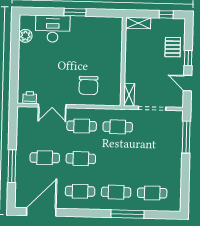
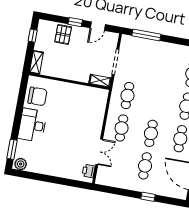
window: (75, 12) -> (12, 149), moved
desk: (53, 29) -> (32, 125), moved
plant: (25, 36) -> (21, 164), moved
pallet: (173, 47) -> (63, 34), turned 90
chair: (88, 85) -> (37, 96), moved
window: (12, 166) -> (148, 197), width x0.46

